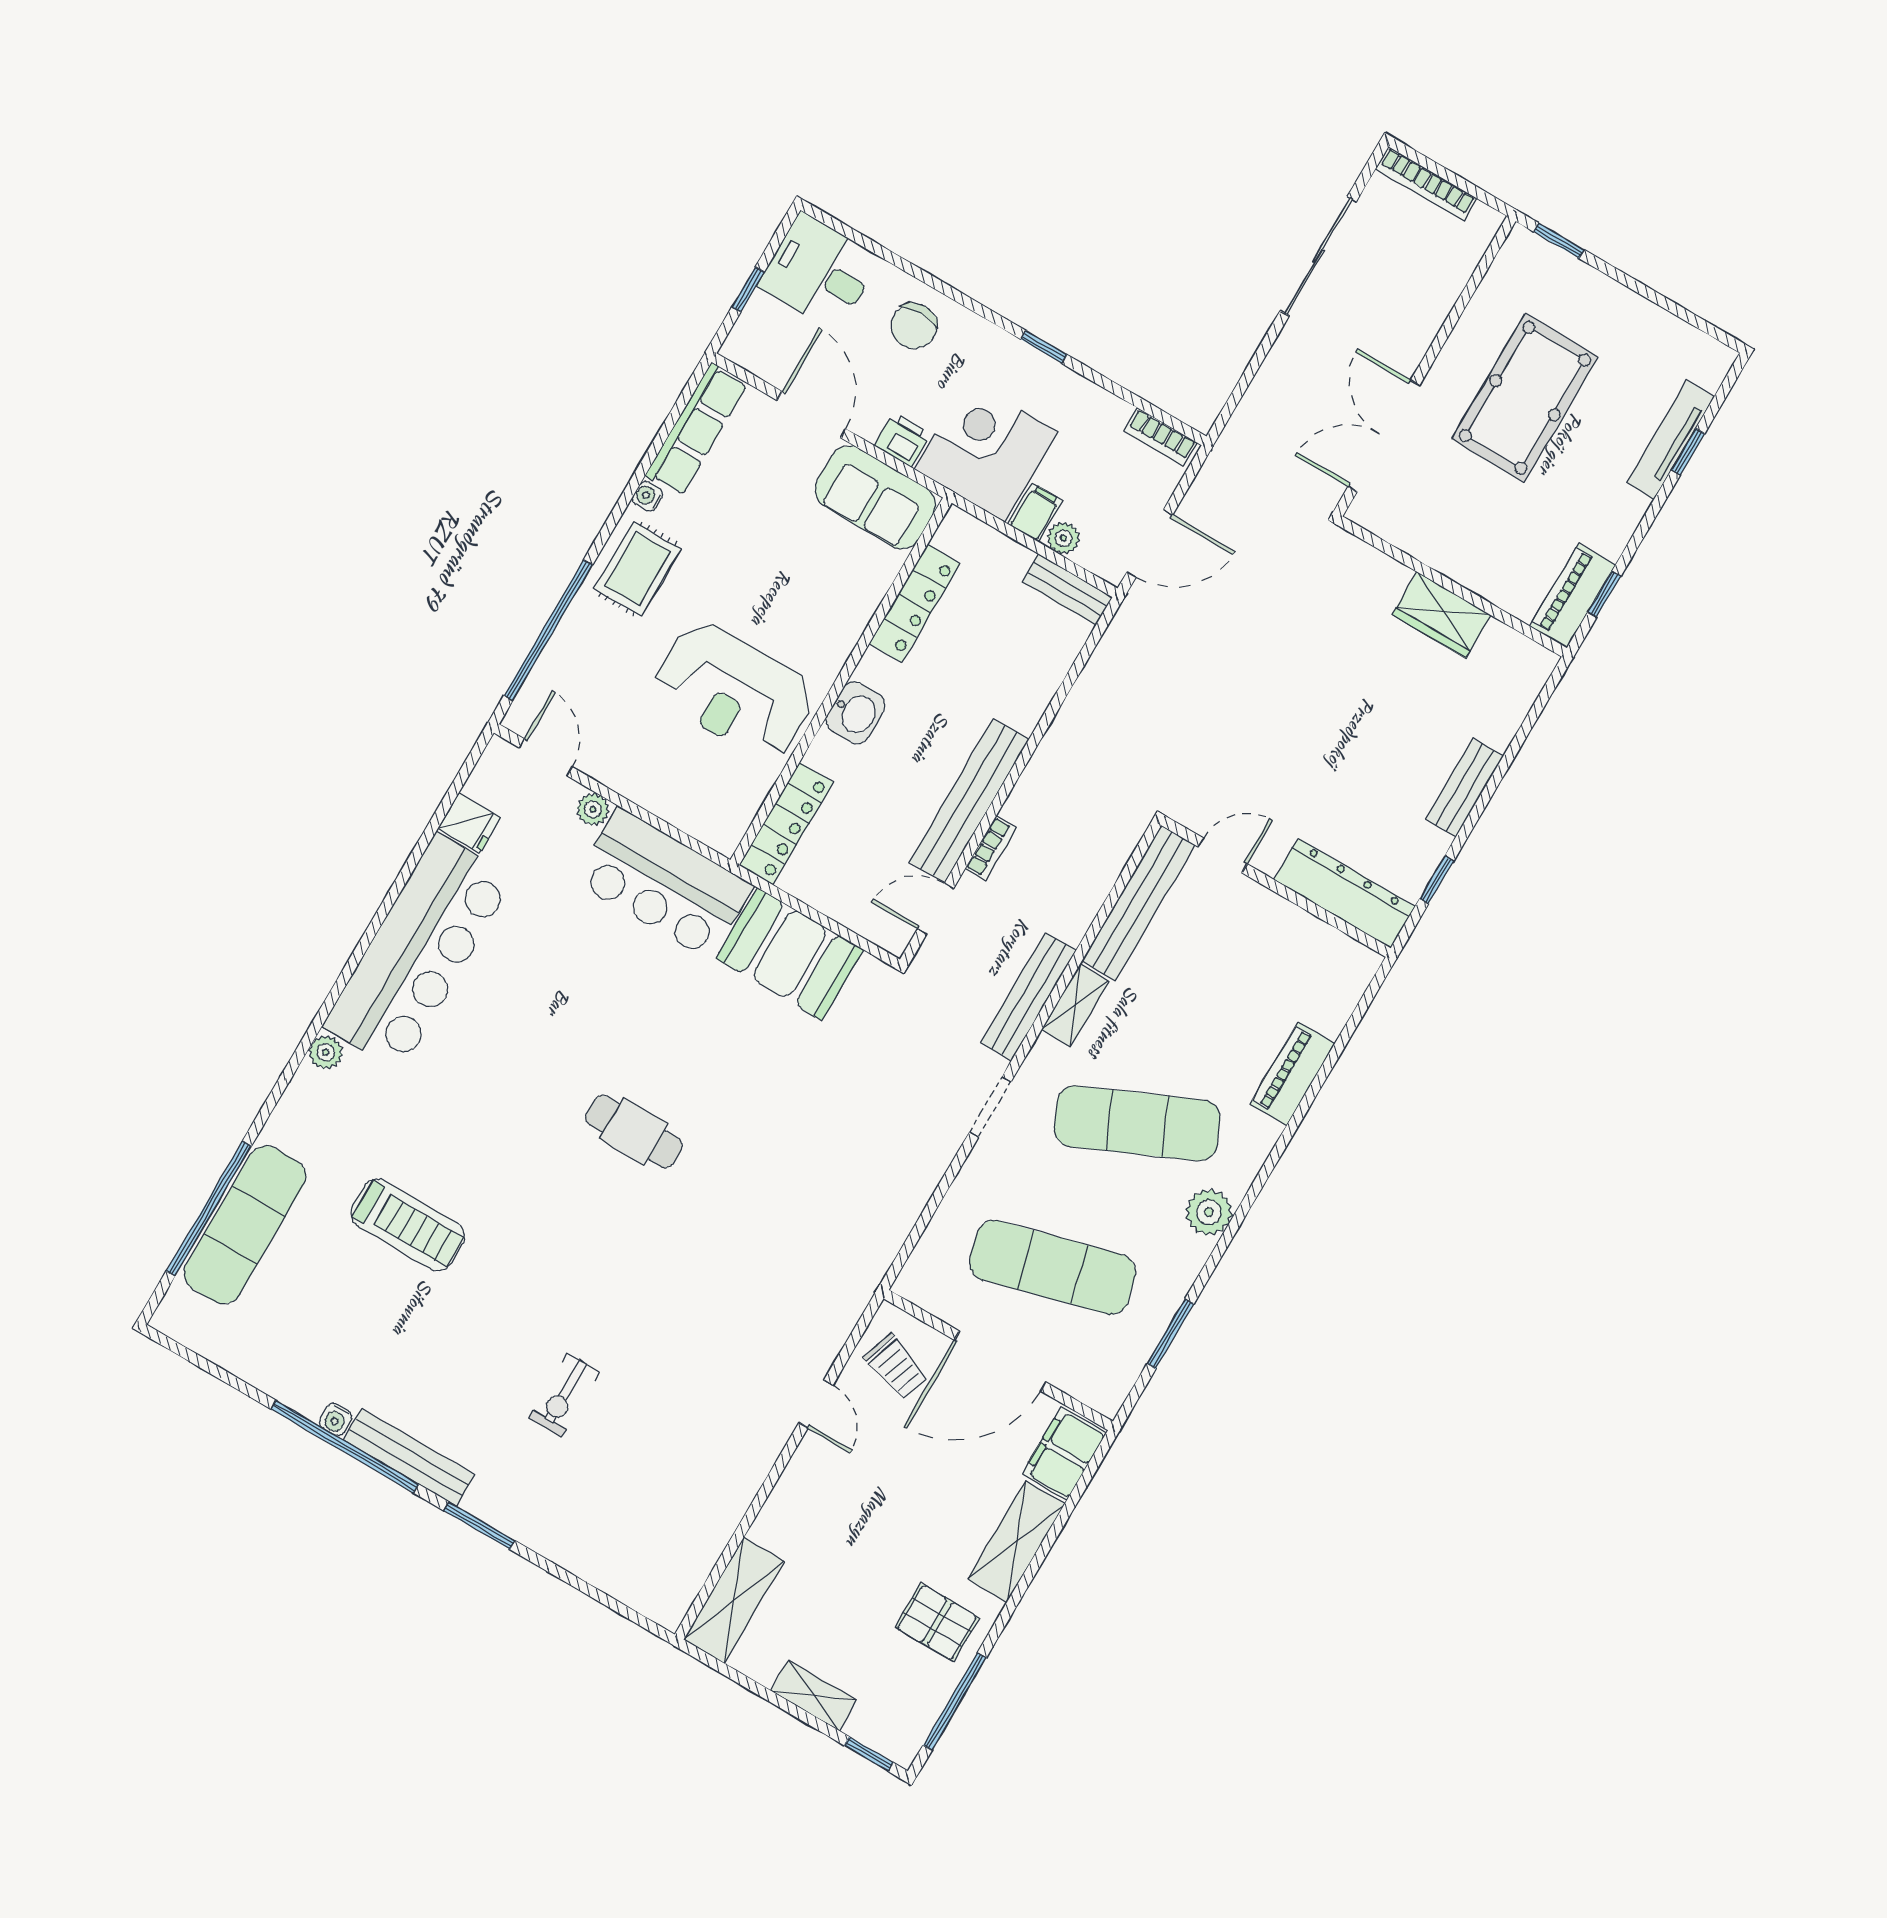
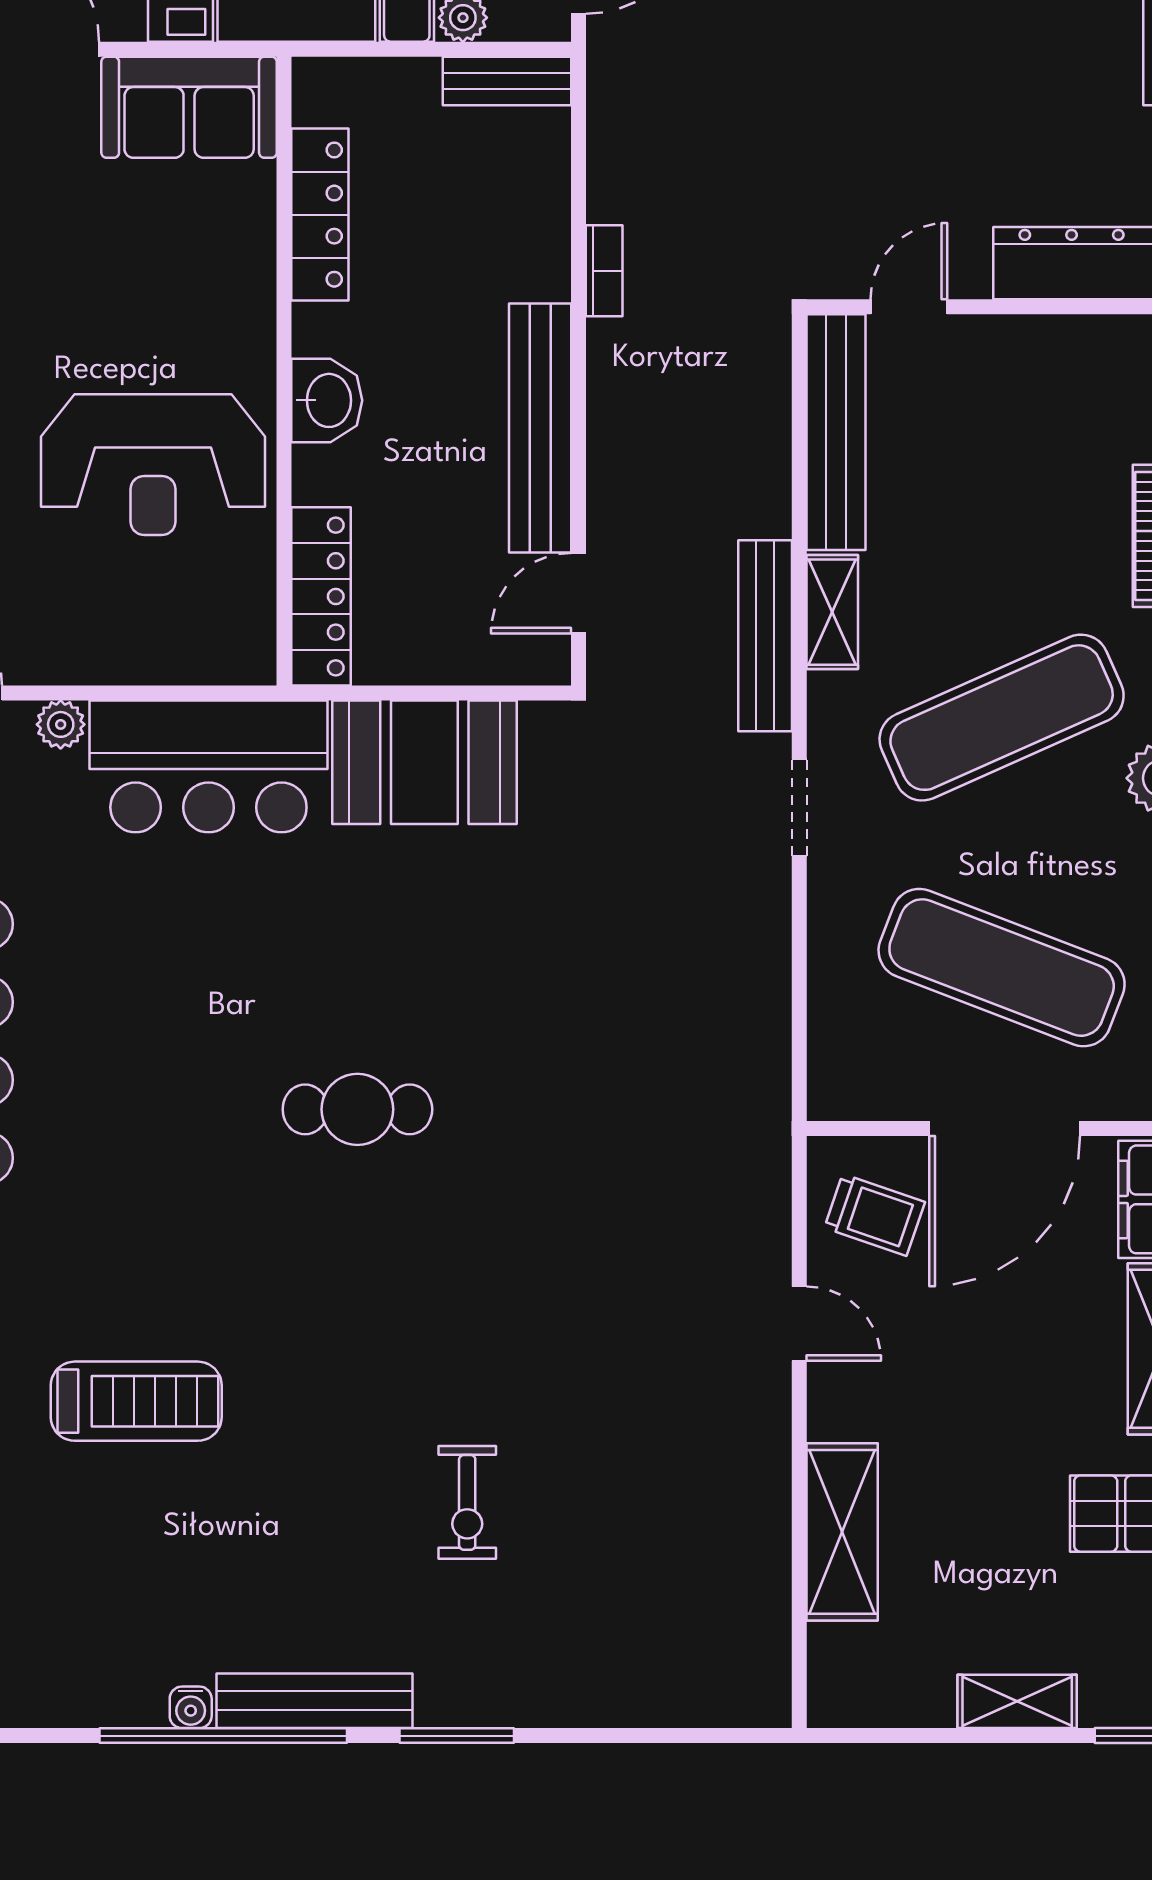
bookcase: (991, 848) -> (604, 271), moved
exercise mat: (1053, 1267) -> (1002, 968), turned 36
shelving: (734, 1600) -> (842, 1532), moved

